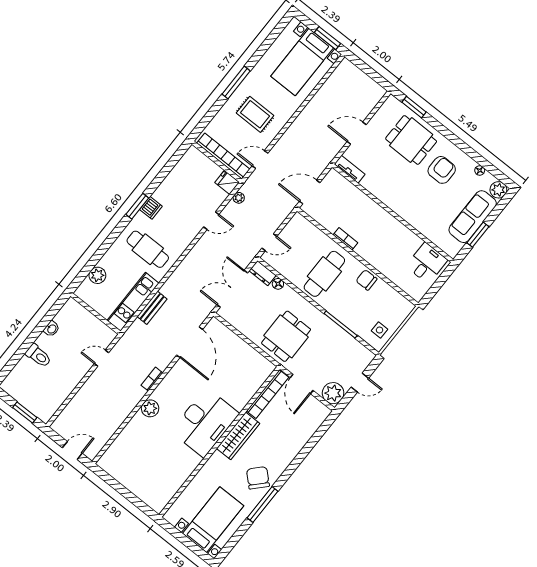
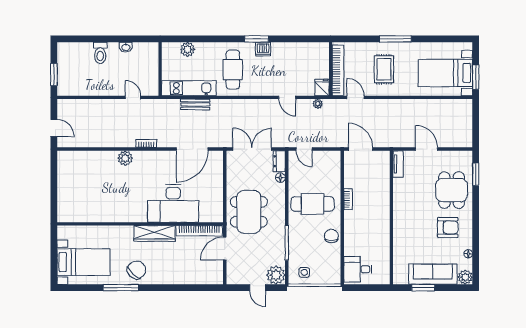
desk: (427, 263) -> (358, 269), moved, turned 180
dining table: (286, 336) -> (249, 212), width x1.37
plant: (333, 393) -> (276, 275), moved
desk: (205, 422) -> (173, 203), moved

